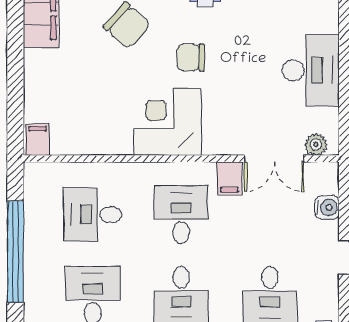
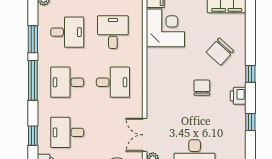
corner desk: (167, 122) -> (165, 28), moved
filing cabinet: (230, 178) -> (134, 110), removed

